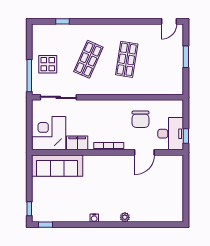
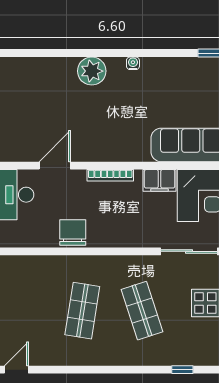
shop shelf: (88, 59) -> (142, 311), turned -42
chair: (140, 119) -> (73, 232), moved
plant: (125, 217) -> (92, 71), width x1.88, depth x1.88

